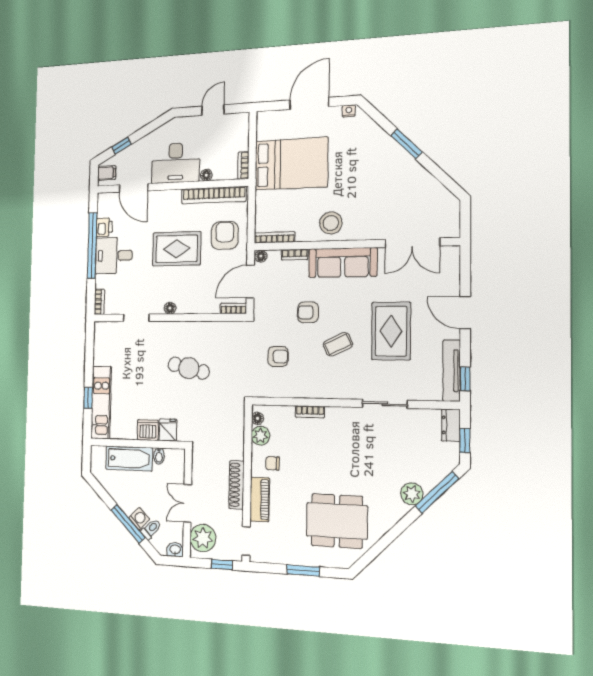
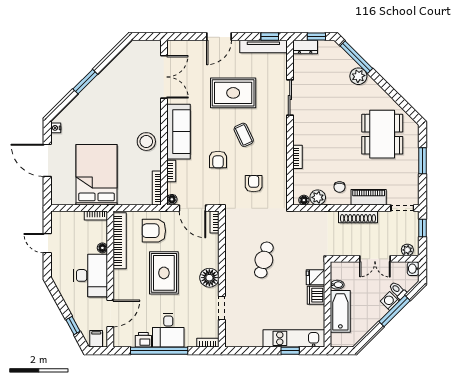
floor lamp: (170, 308) -> (209, 278), width x1.89, depth x1.89
plant: (203, 538) -> (407, 250), width x0.53, depth x0.53

